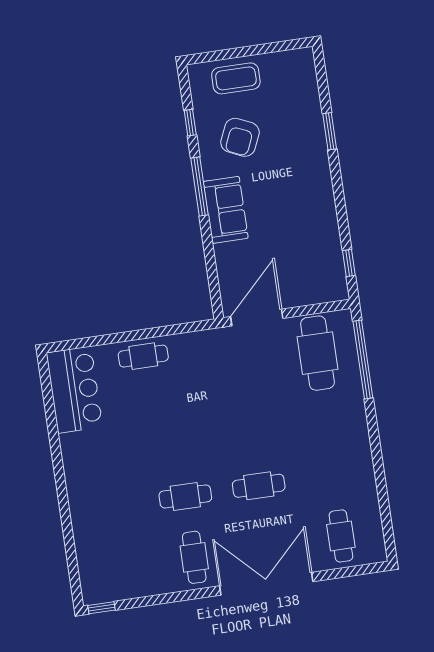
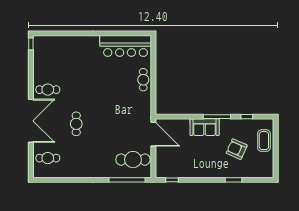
armchair: (240, 137) -> (237, 149), moved
bar counter: (74, 390) -> (126, 46), width x1.36
cafe table: (185, 496) -> (76, 90), removed

